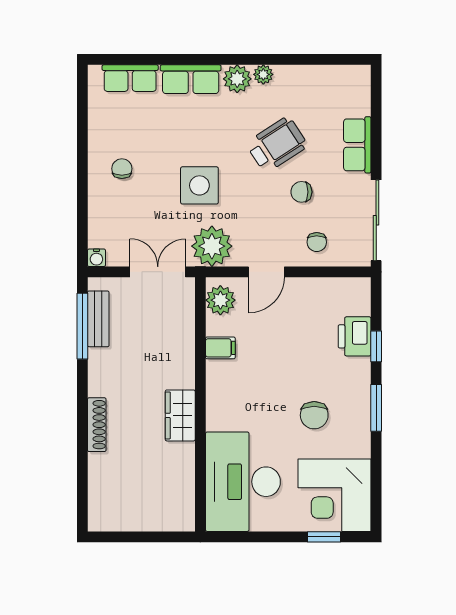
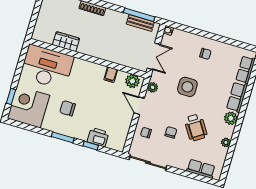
plant: (263, 74) -> (226, 142), moved
row of seats: (357, 145) -> (201, 169), moved
plant: (212, 246) -> (153, 87), width x0.53, depth x0.53
wardrobe: (180, 415) -> (66, 42), moved

